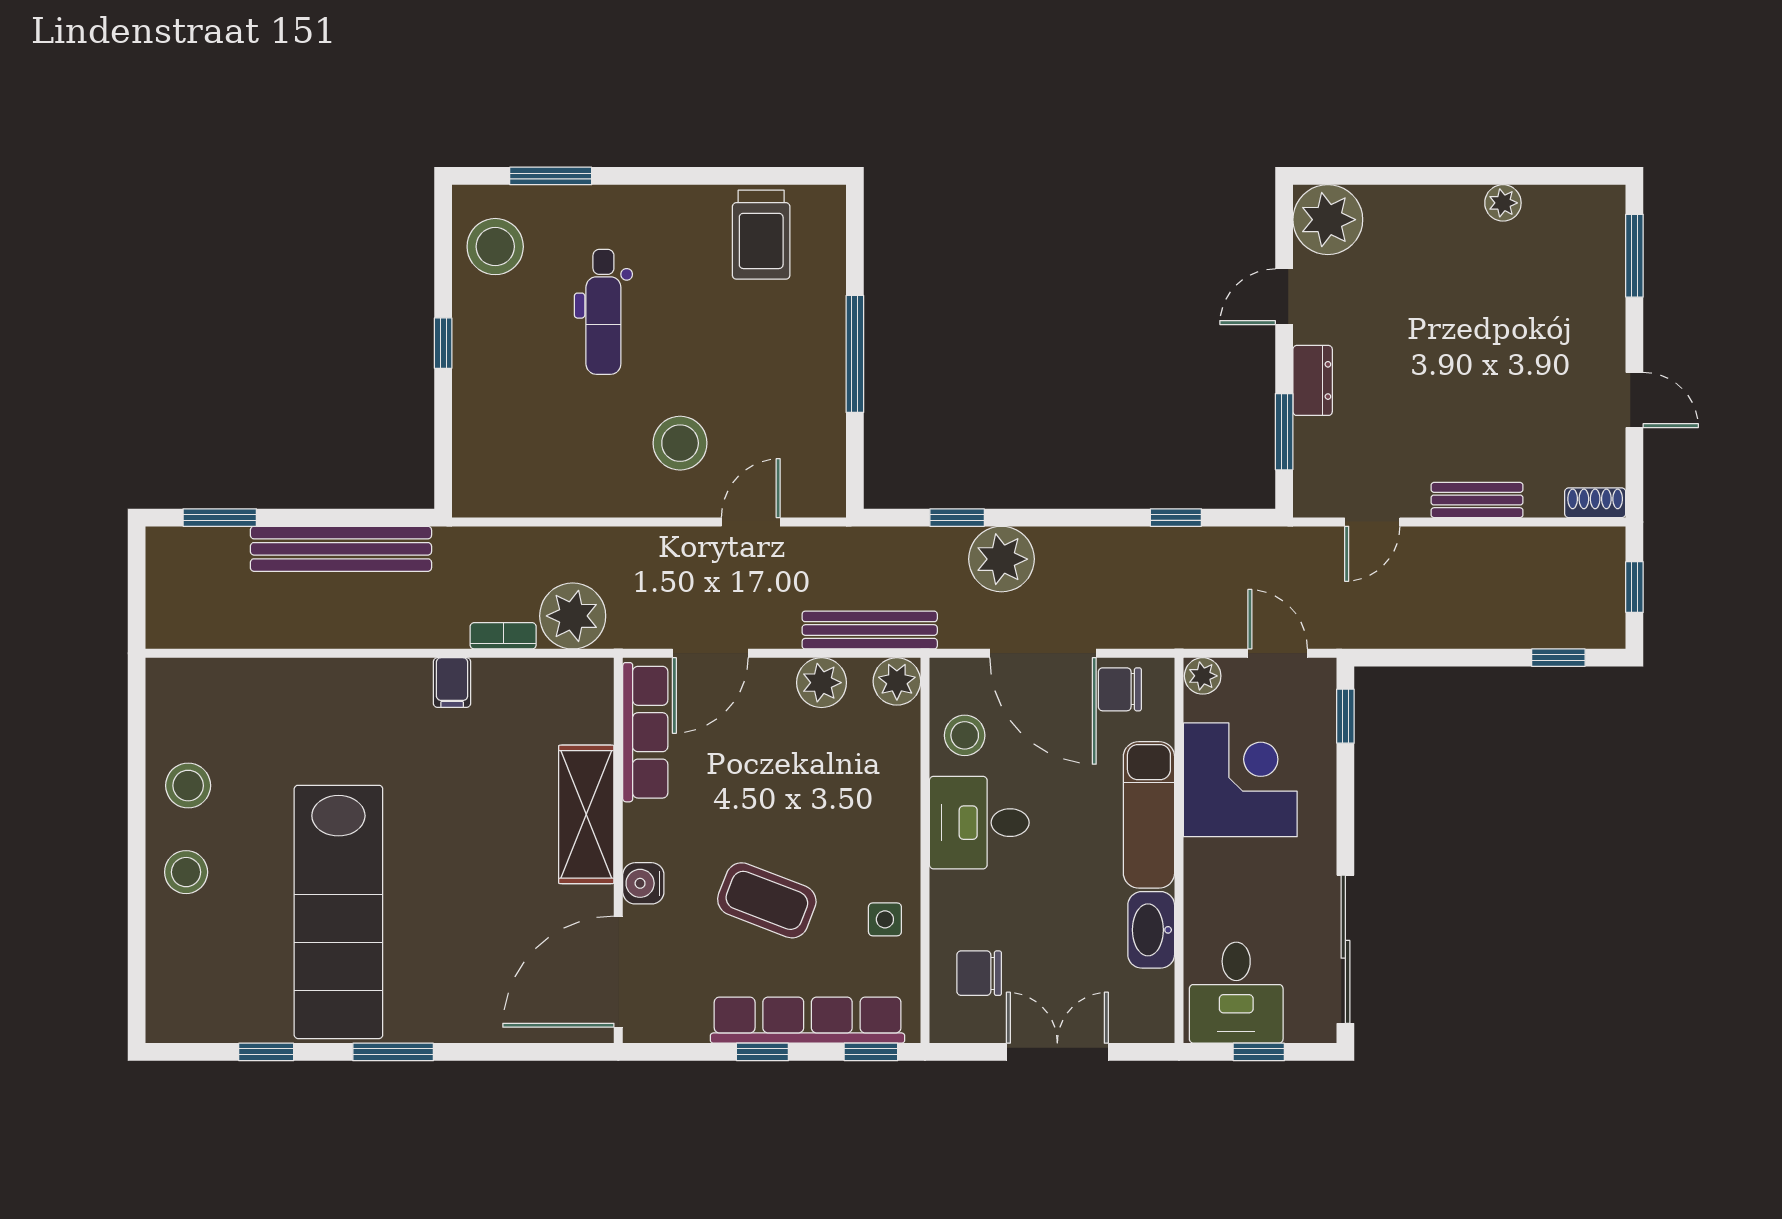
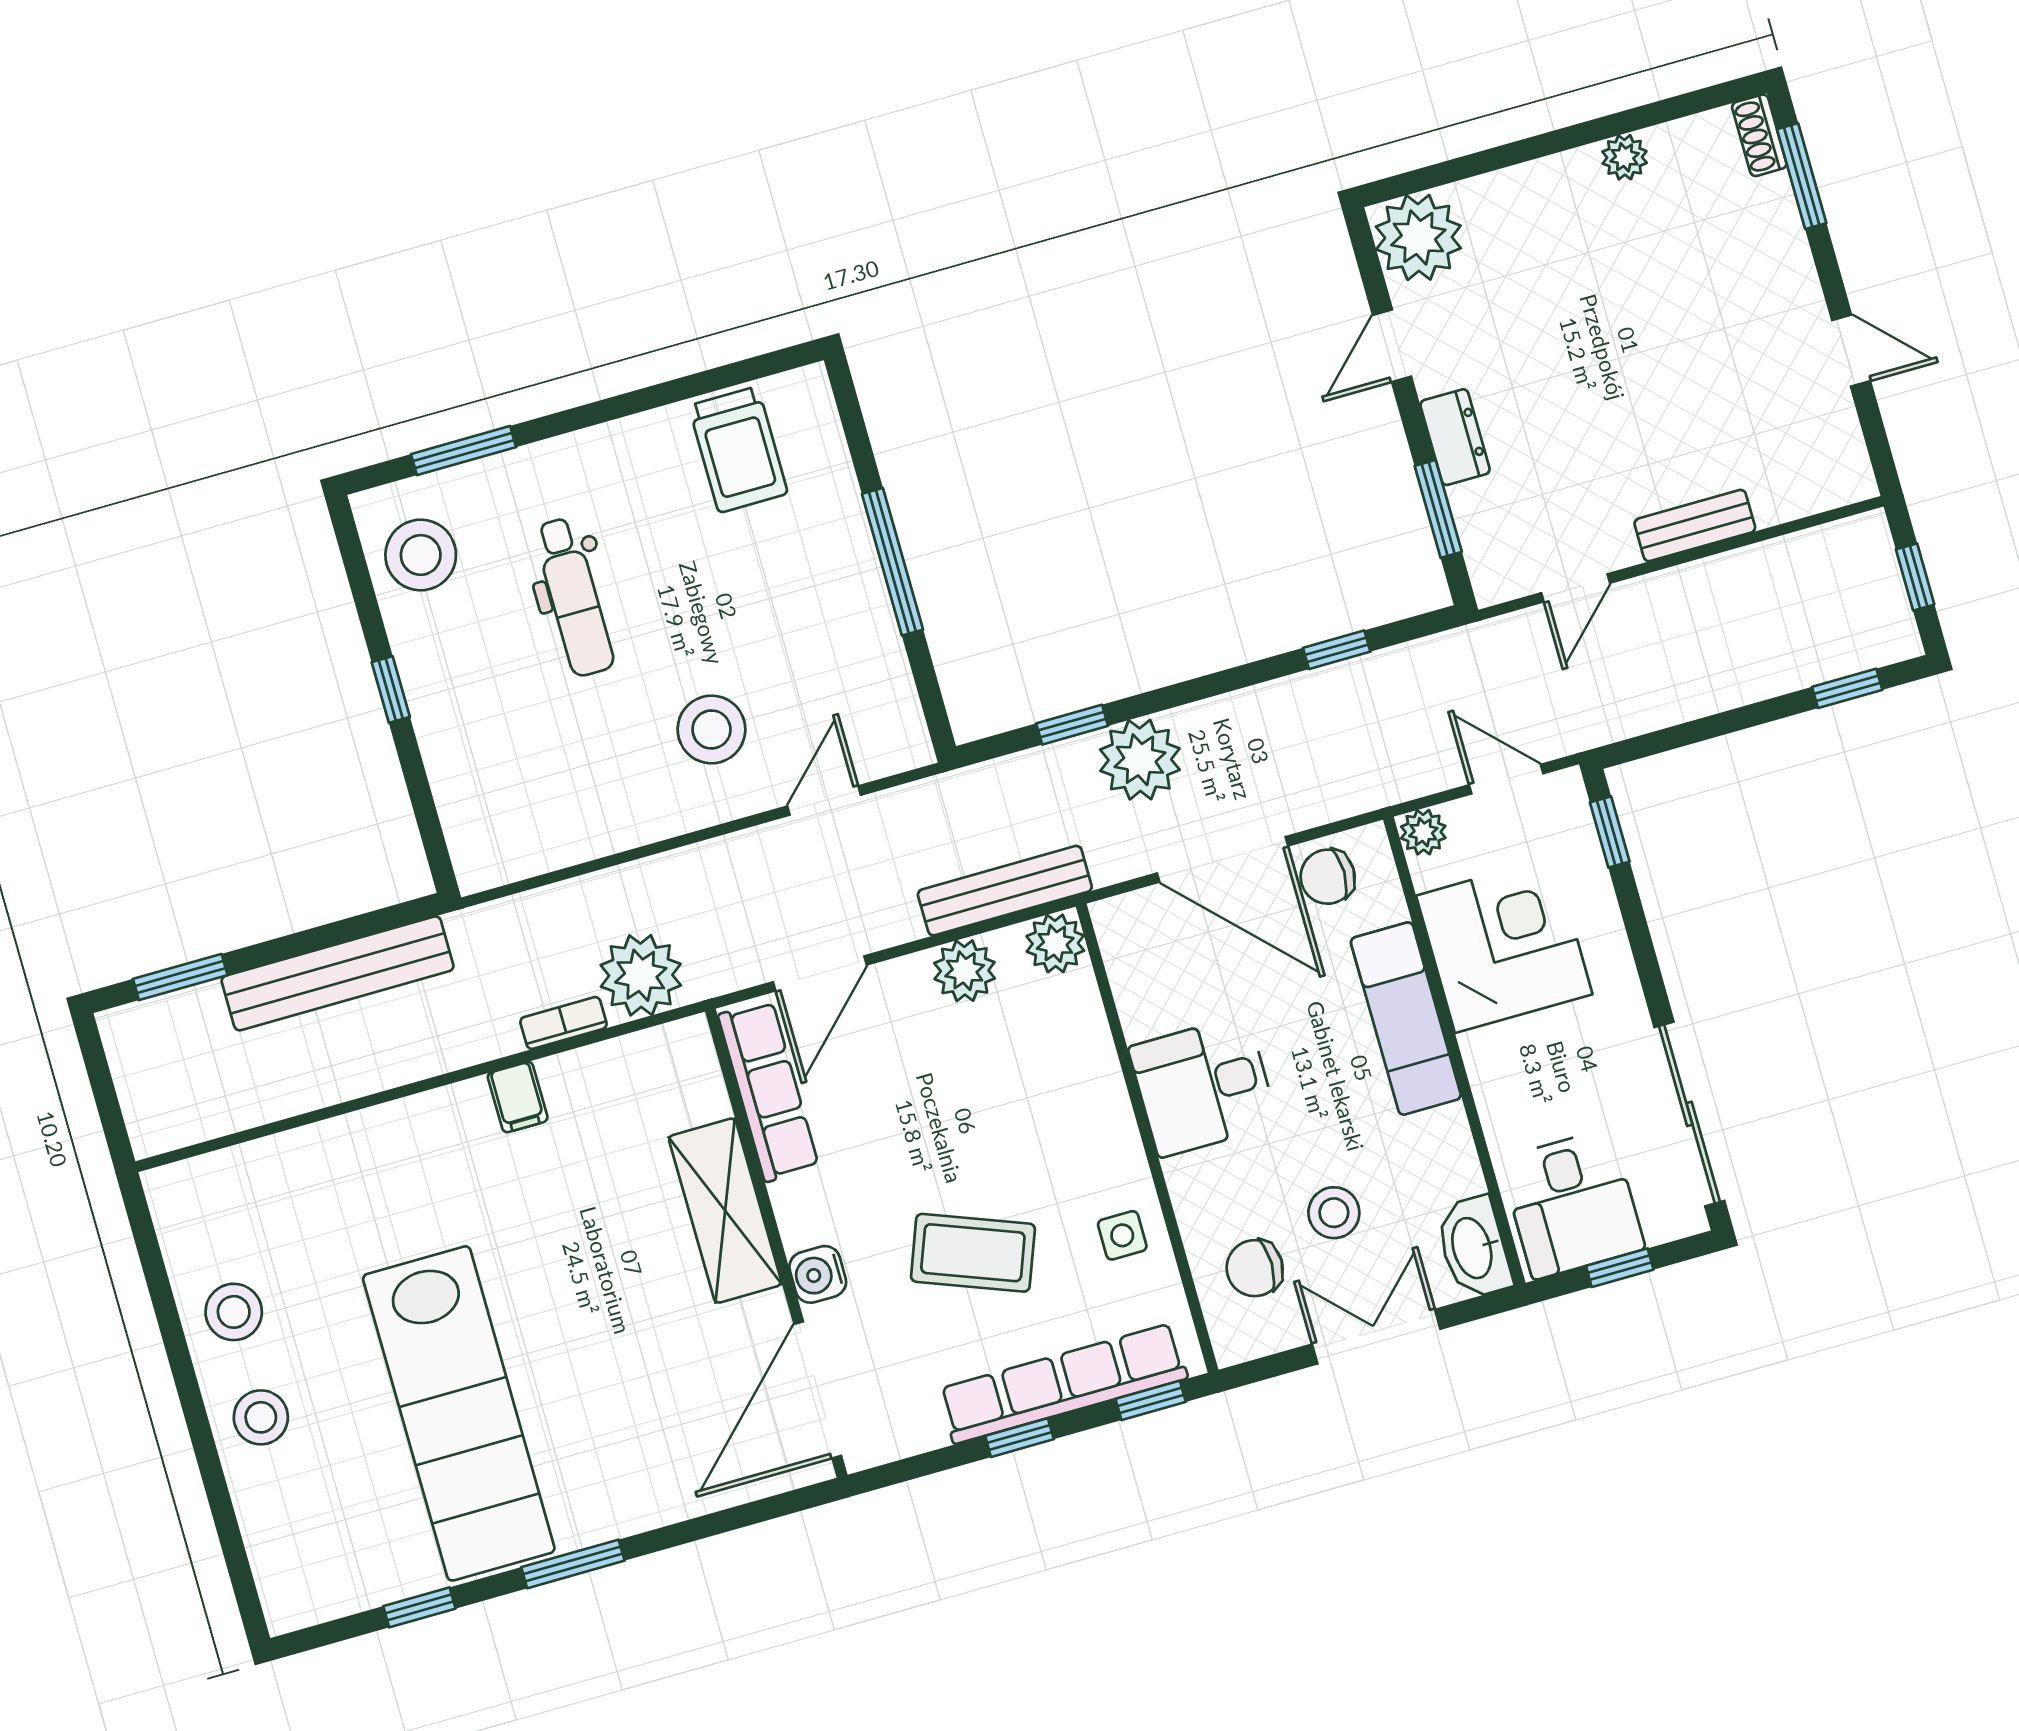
shoe rack: (1595, 503) -> (1759, 135), moved, turned -90
stool: (965, 735) -> (1334, 1213), moved
washbasin: (1151, 930) -> (1474, 1248), moved

